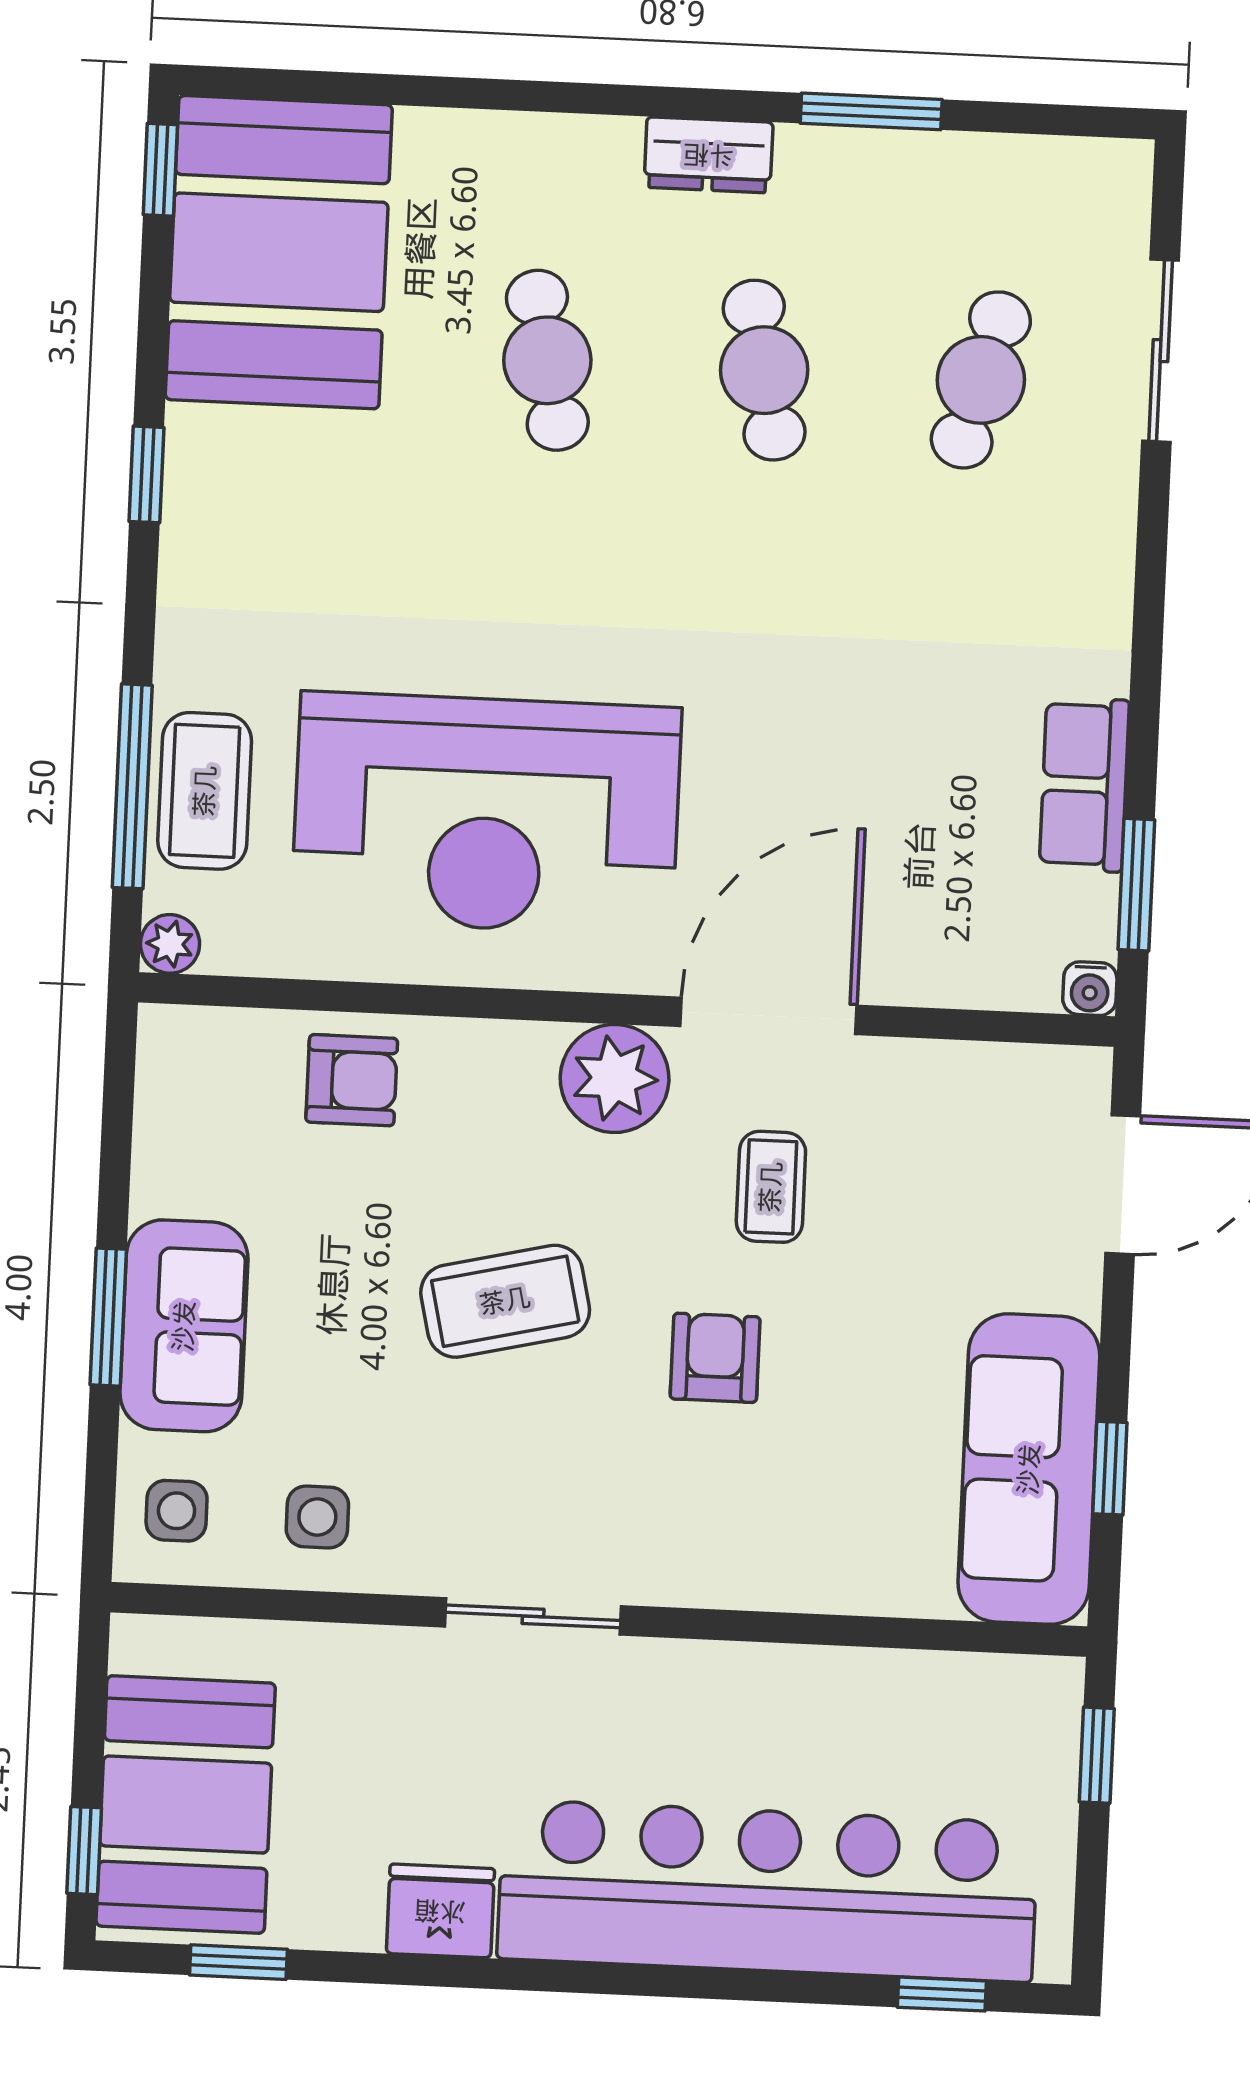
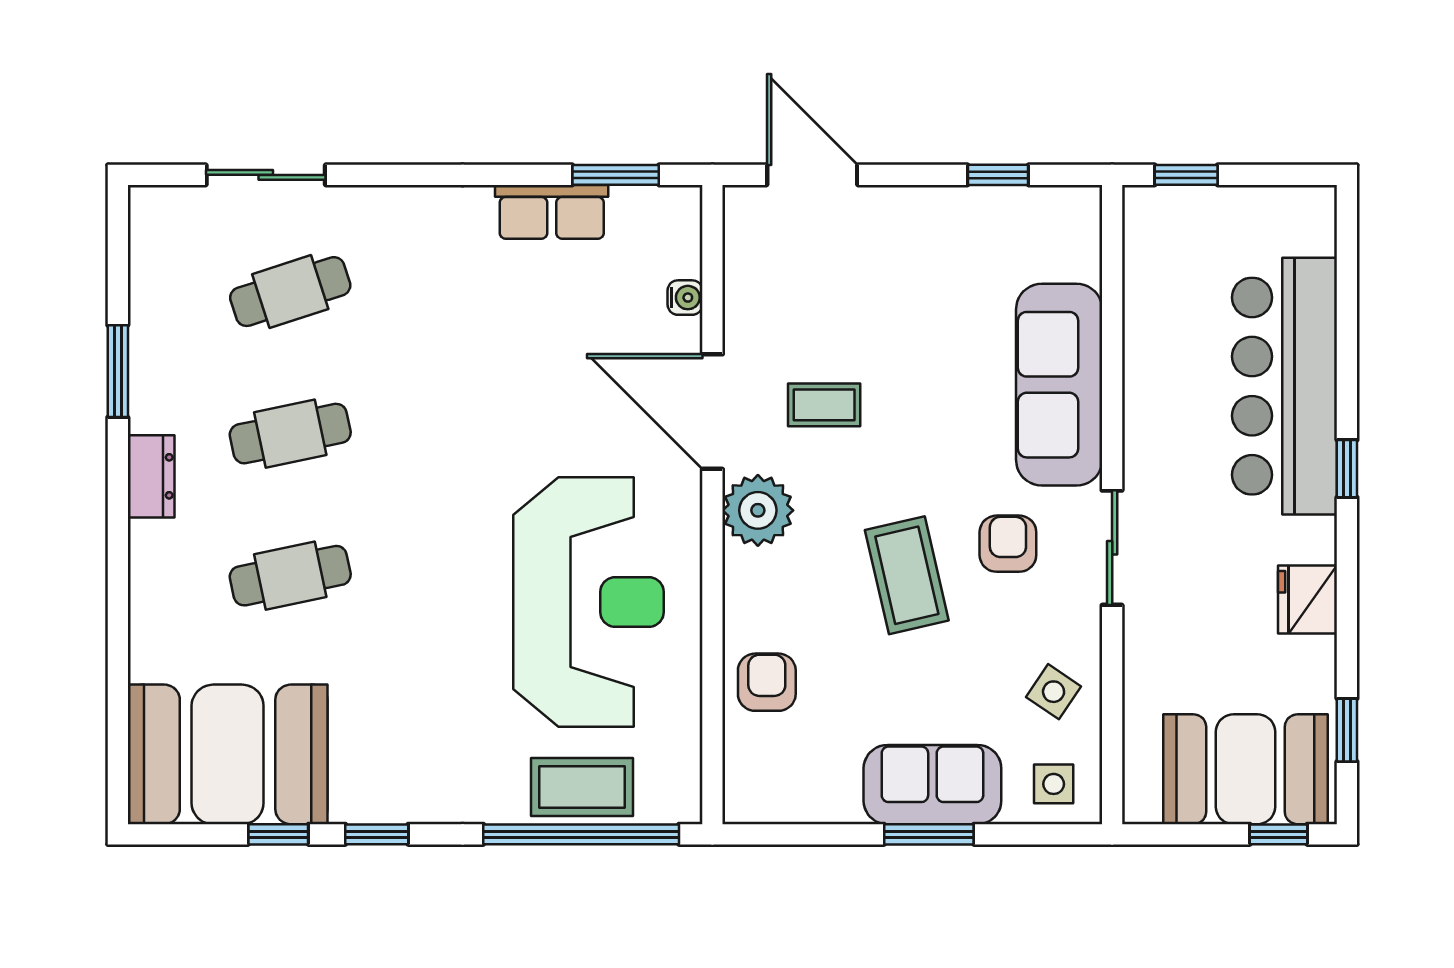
window: (160, 170) -> (278, 834), moved
cafe table: (981, 380) -> (290, 292), turned -33
window: (132, 786) -> (581, 834), width x1.46
plant: (170, 944) -> (683, 805), removed
water cooler: (1090, 989) -> (685, 298), moved
armchair: (715, 1358) -> (1008, 544), moved, turned 90
sofa: (1029, 1469) -> (1059, 385), moved, turned 90
side table: (317, 1517) -> (1054, 692), turned 34
bar counter: (768, 1891) -> (1285, 386), width x0.73
window: (942, 1994) -> (1347, 469), moved

